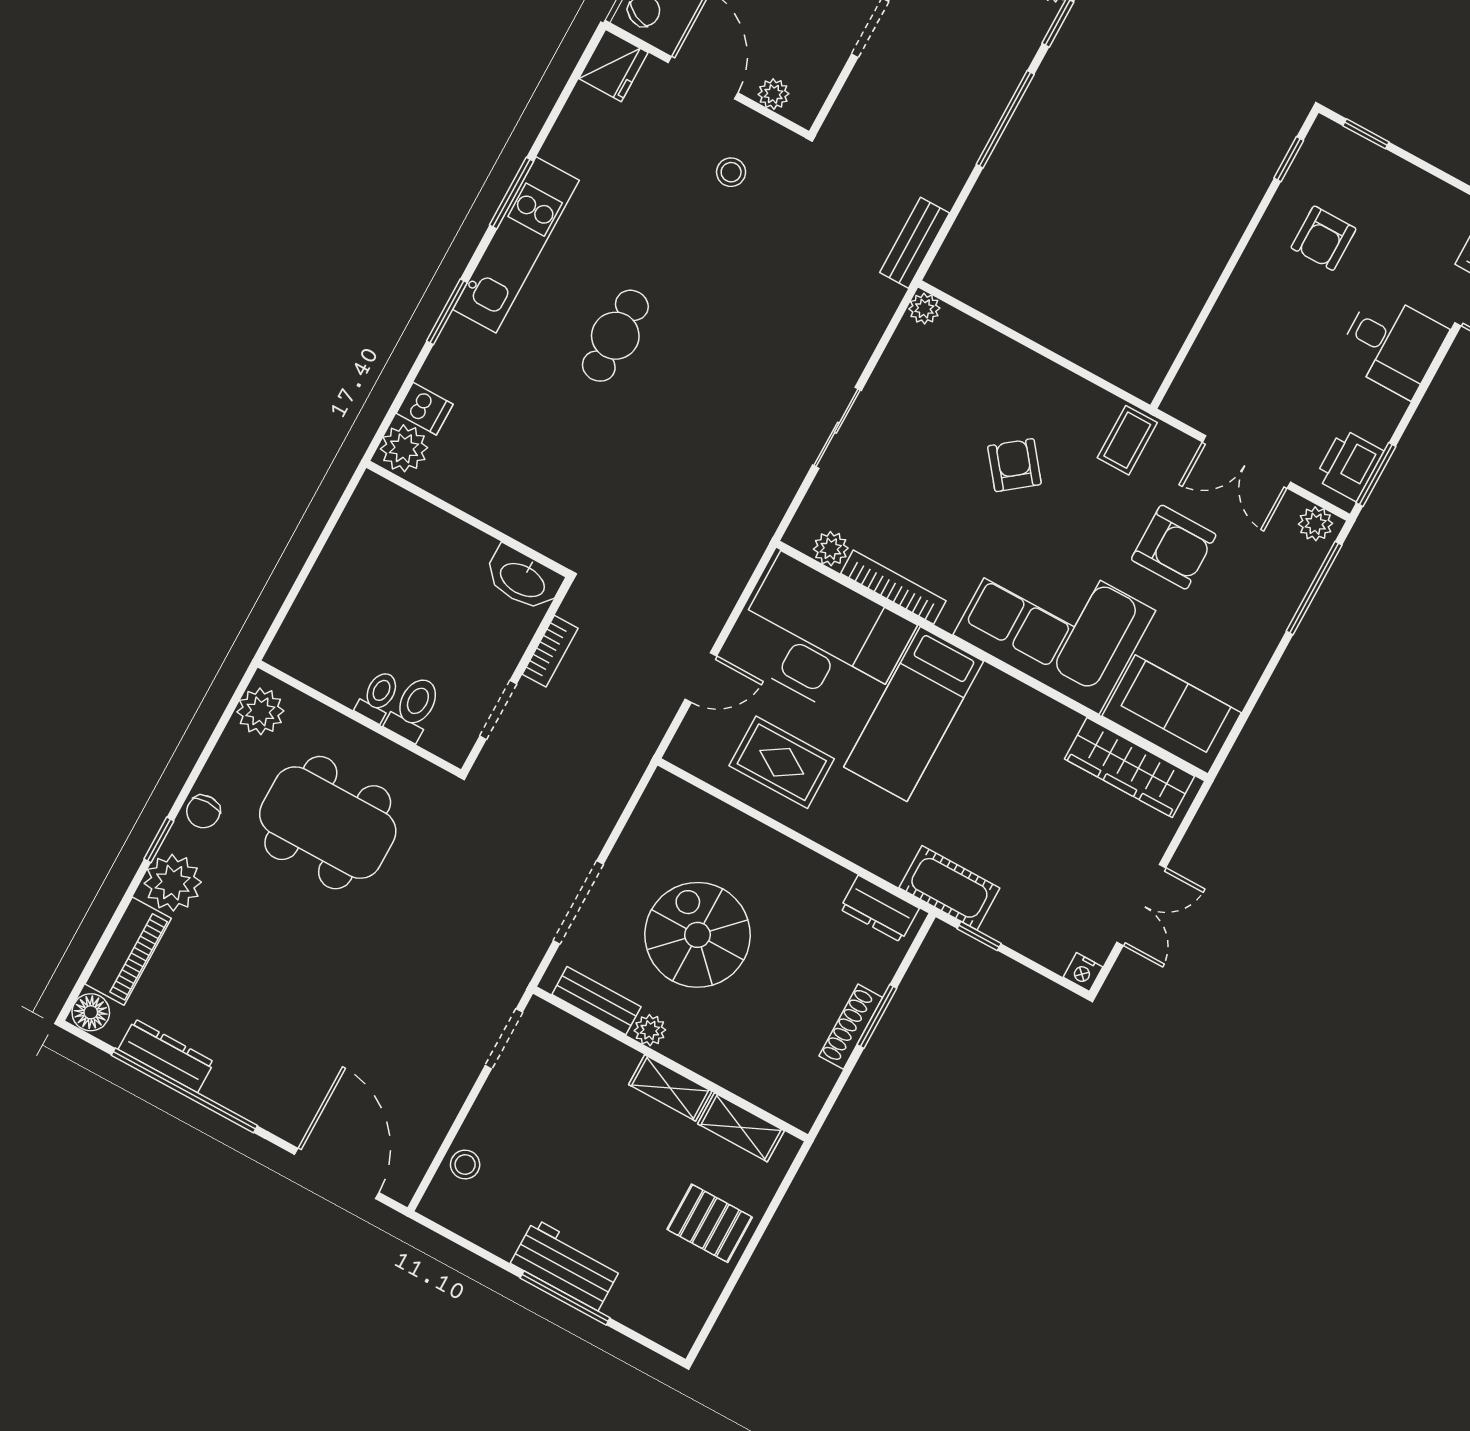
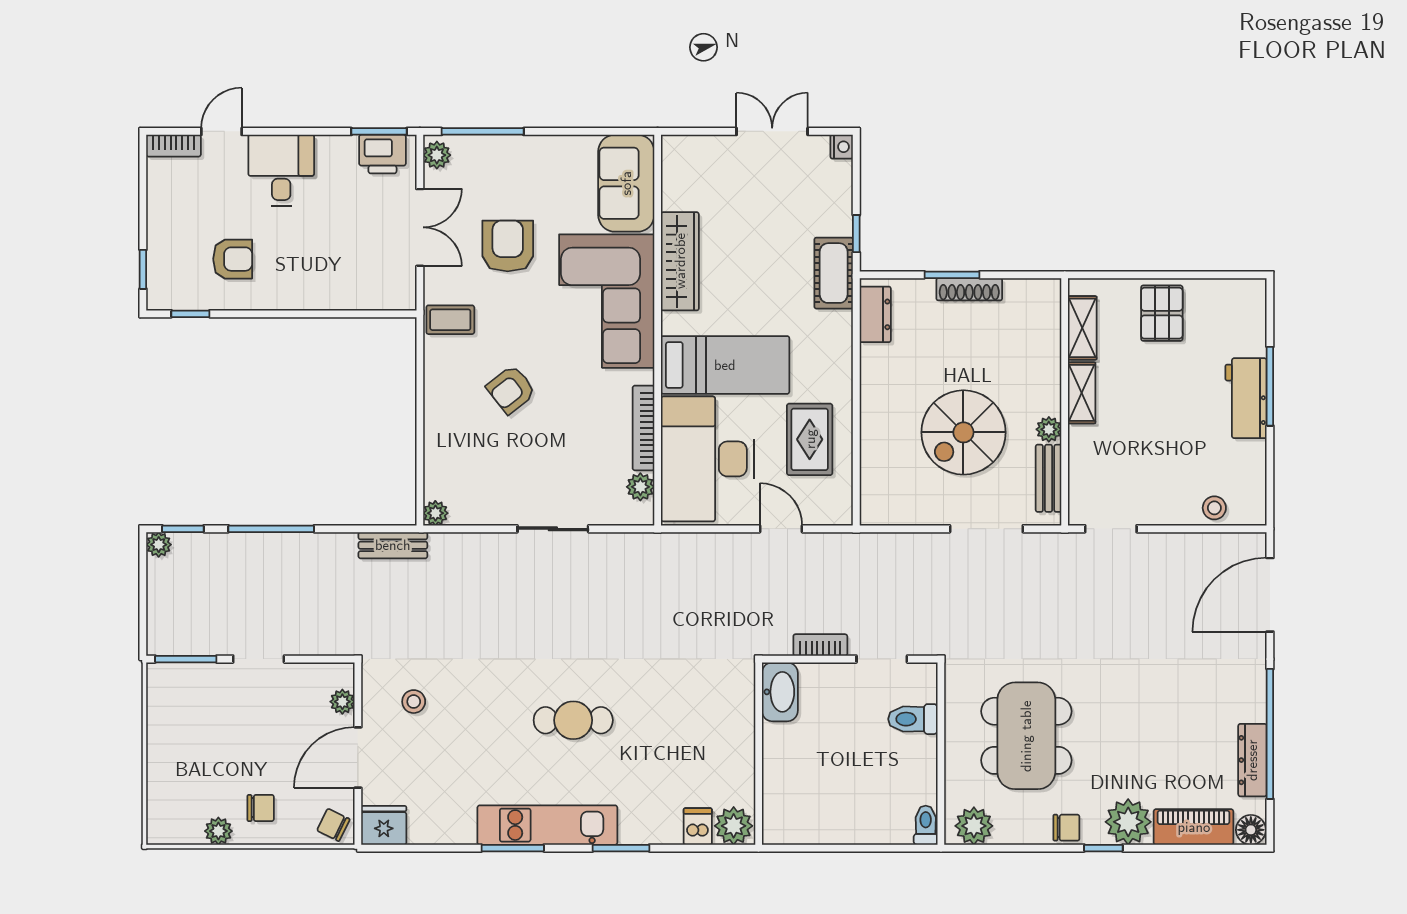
toilet: (378, 696) -> (926, 825), moved, turned 90
wardrobe: (1130, 768) -> (680, 261), moved

